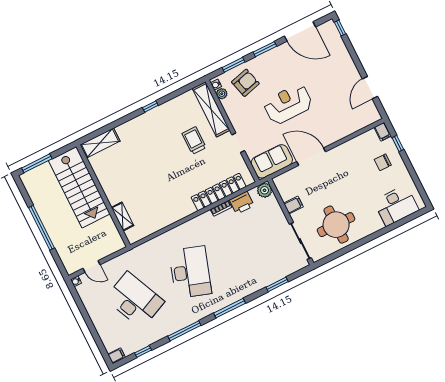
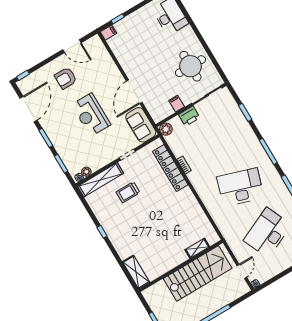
armchair: (245, 83) -> (66, 78), moved, turned -75
chair: (383, 162) -> (134, 30), removed
stairs: (79, 187) -> (198, 273), moved
printer: (242, 203) -> (189, 116), moved, turned 90

